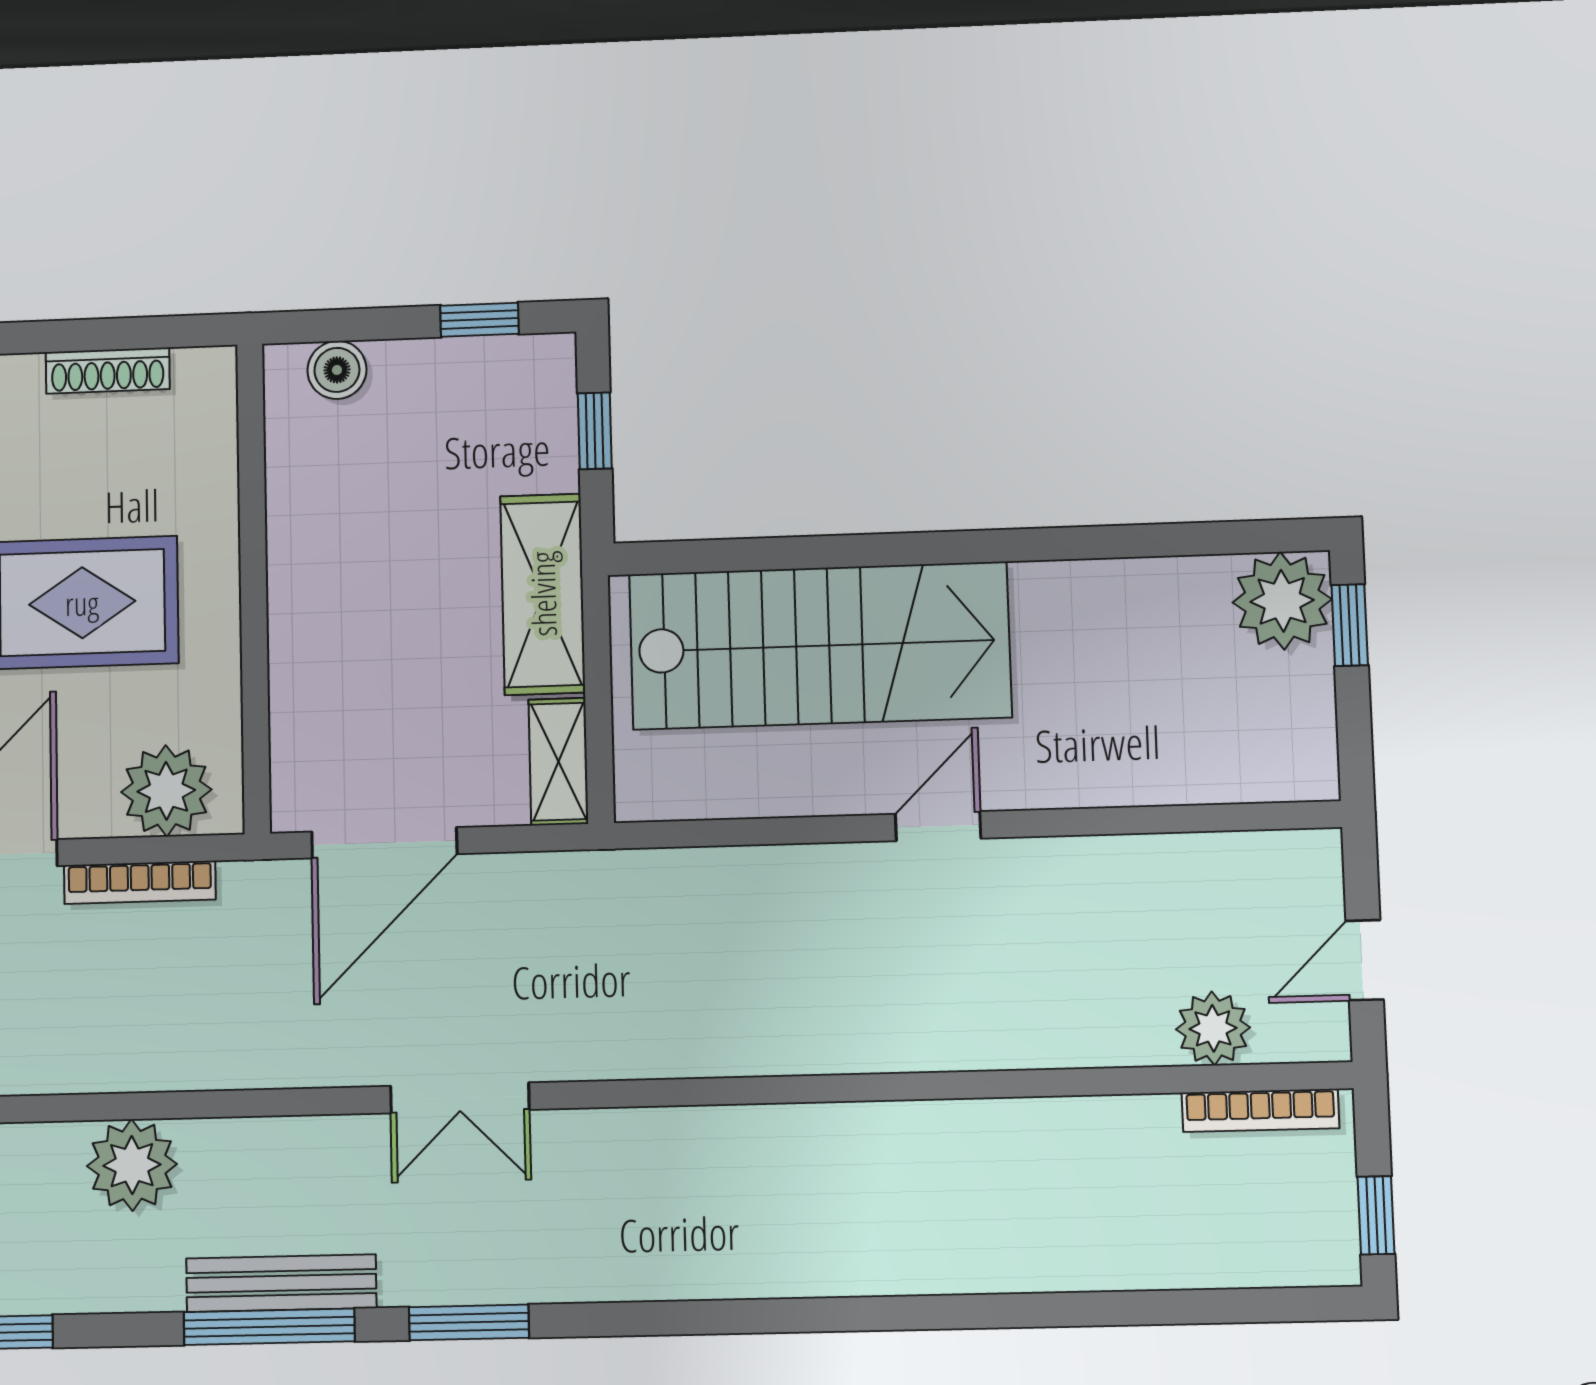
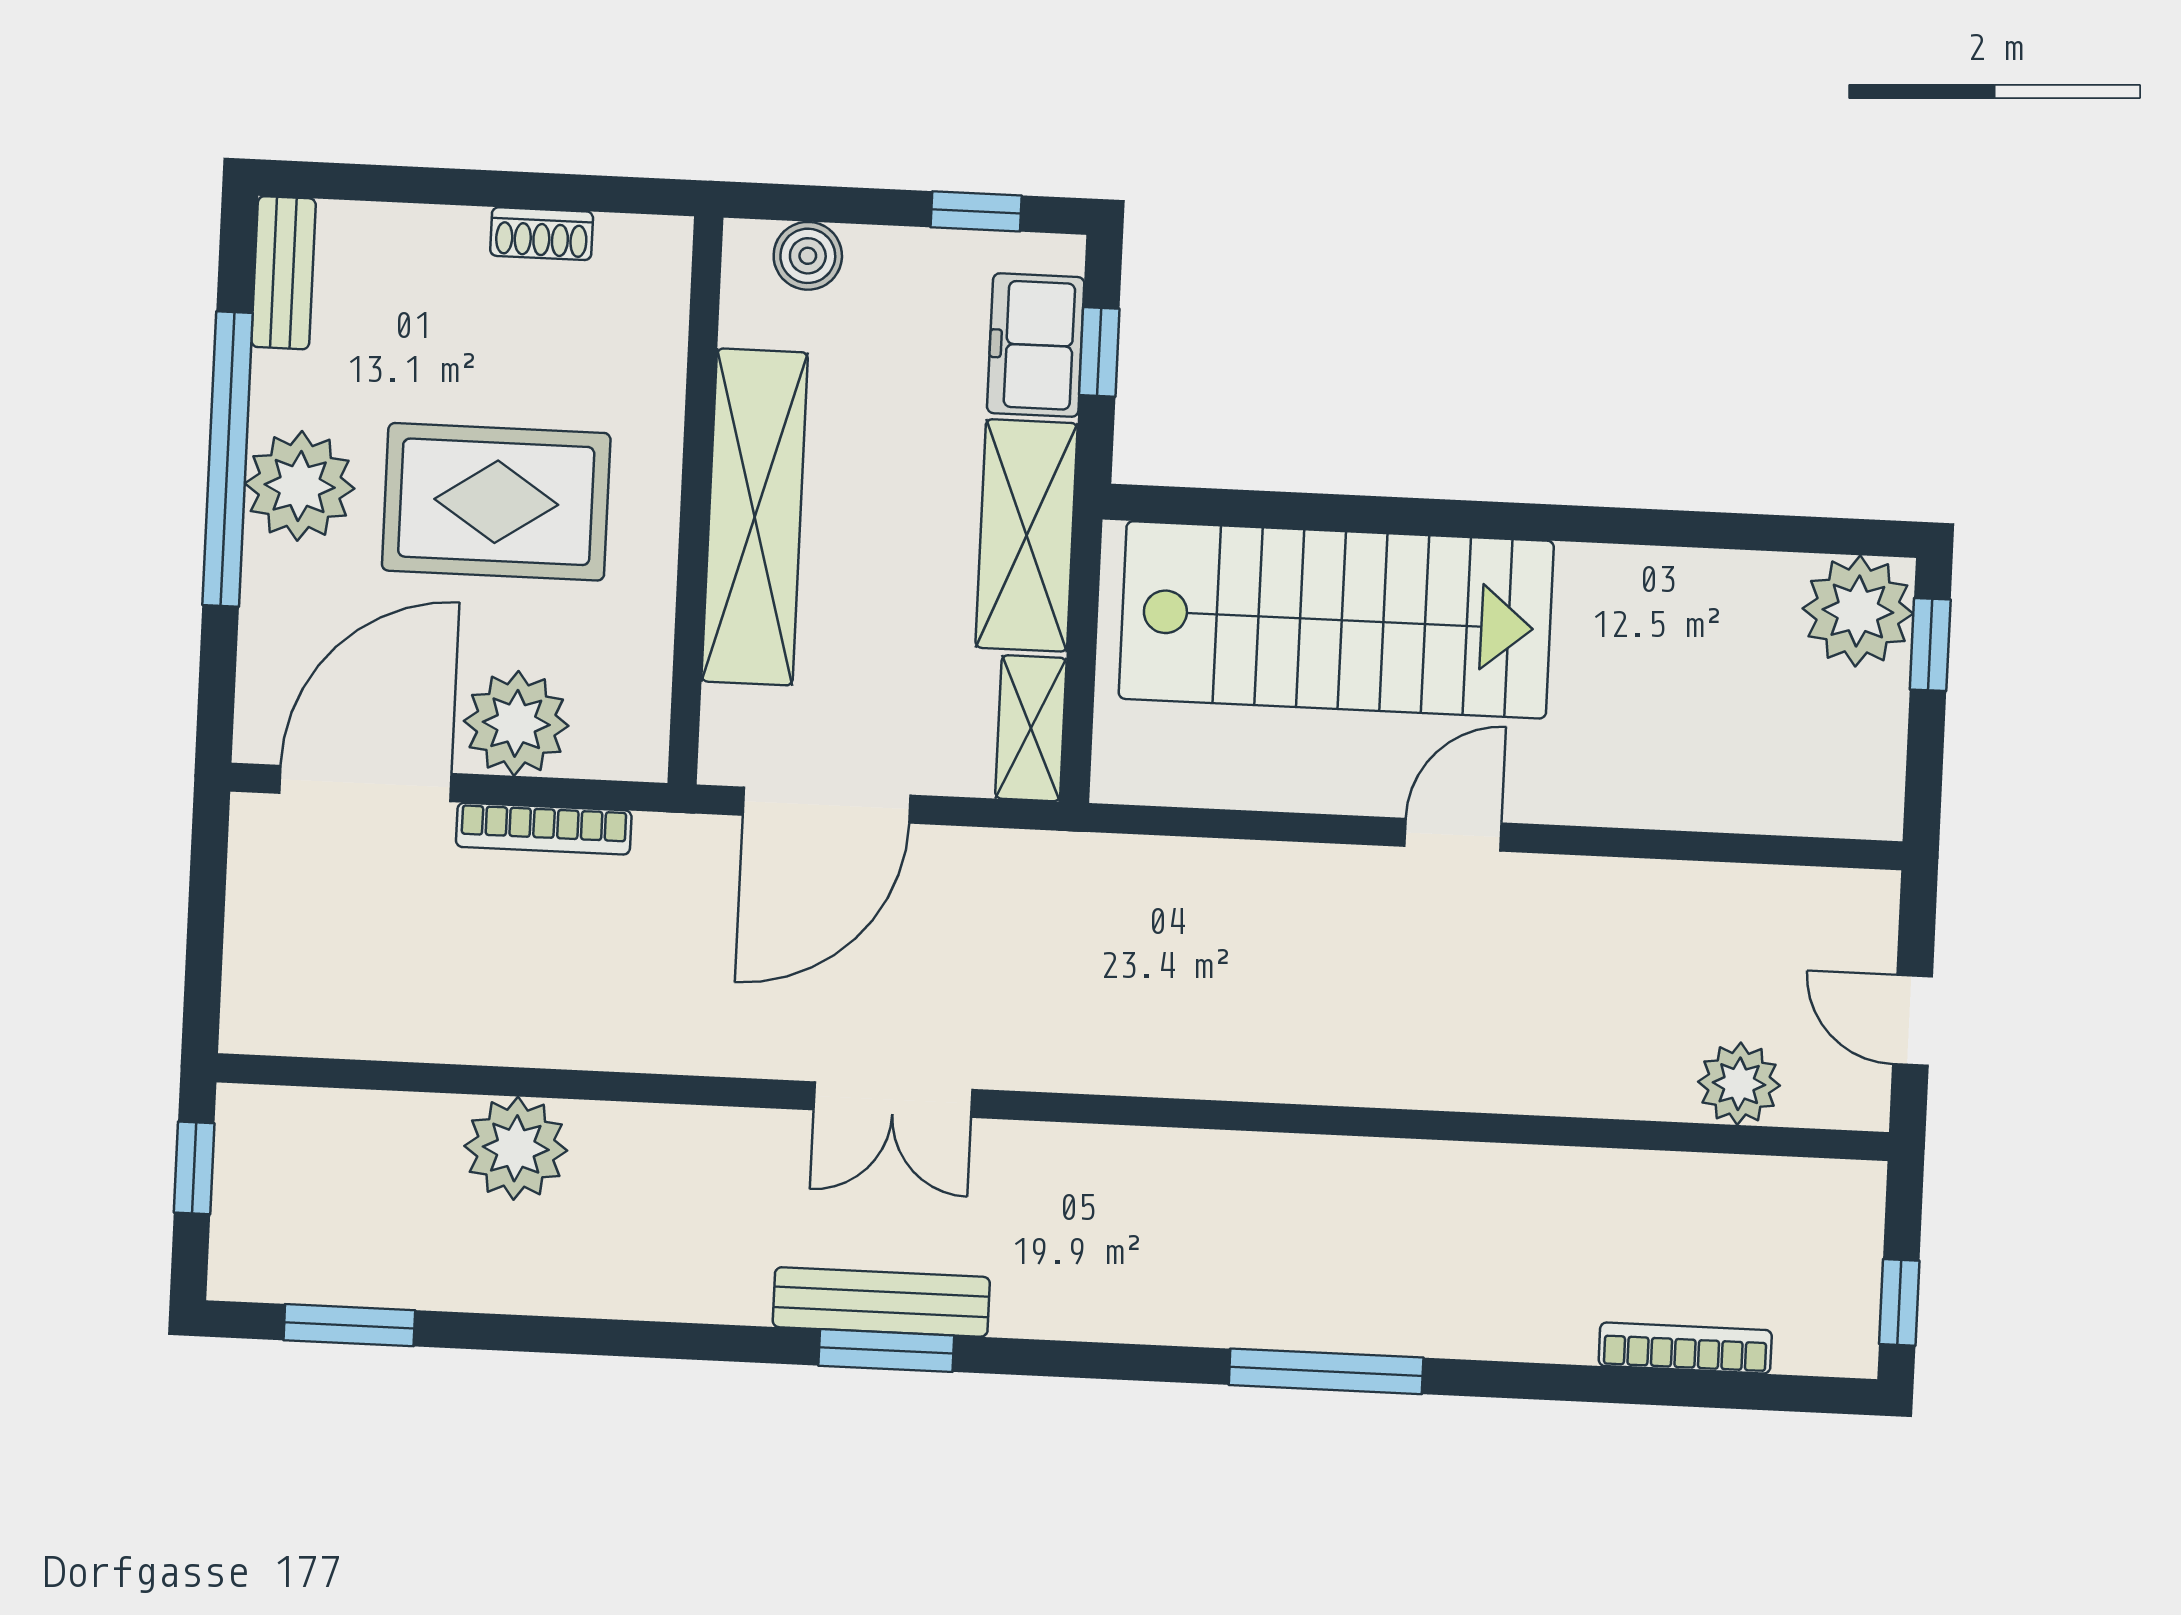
shoe rack: (108, 371) -> (542, 234), width x0.70
freezer: (539, 430) -> (1036, 345), added
shelving: (306, 598) -> (755, 517), added
plant: (166, 791) -> (516, 723), moved
door: (1365, 960) -> (1912, 1020), hinge flipped
bookcase: (1260, 1110) -> (1685, 1348), moved, turned 180
bench: (281, 1283) -> (881, 1302), moved
window: (269, 1327) -> (1326, 1371), moved

